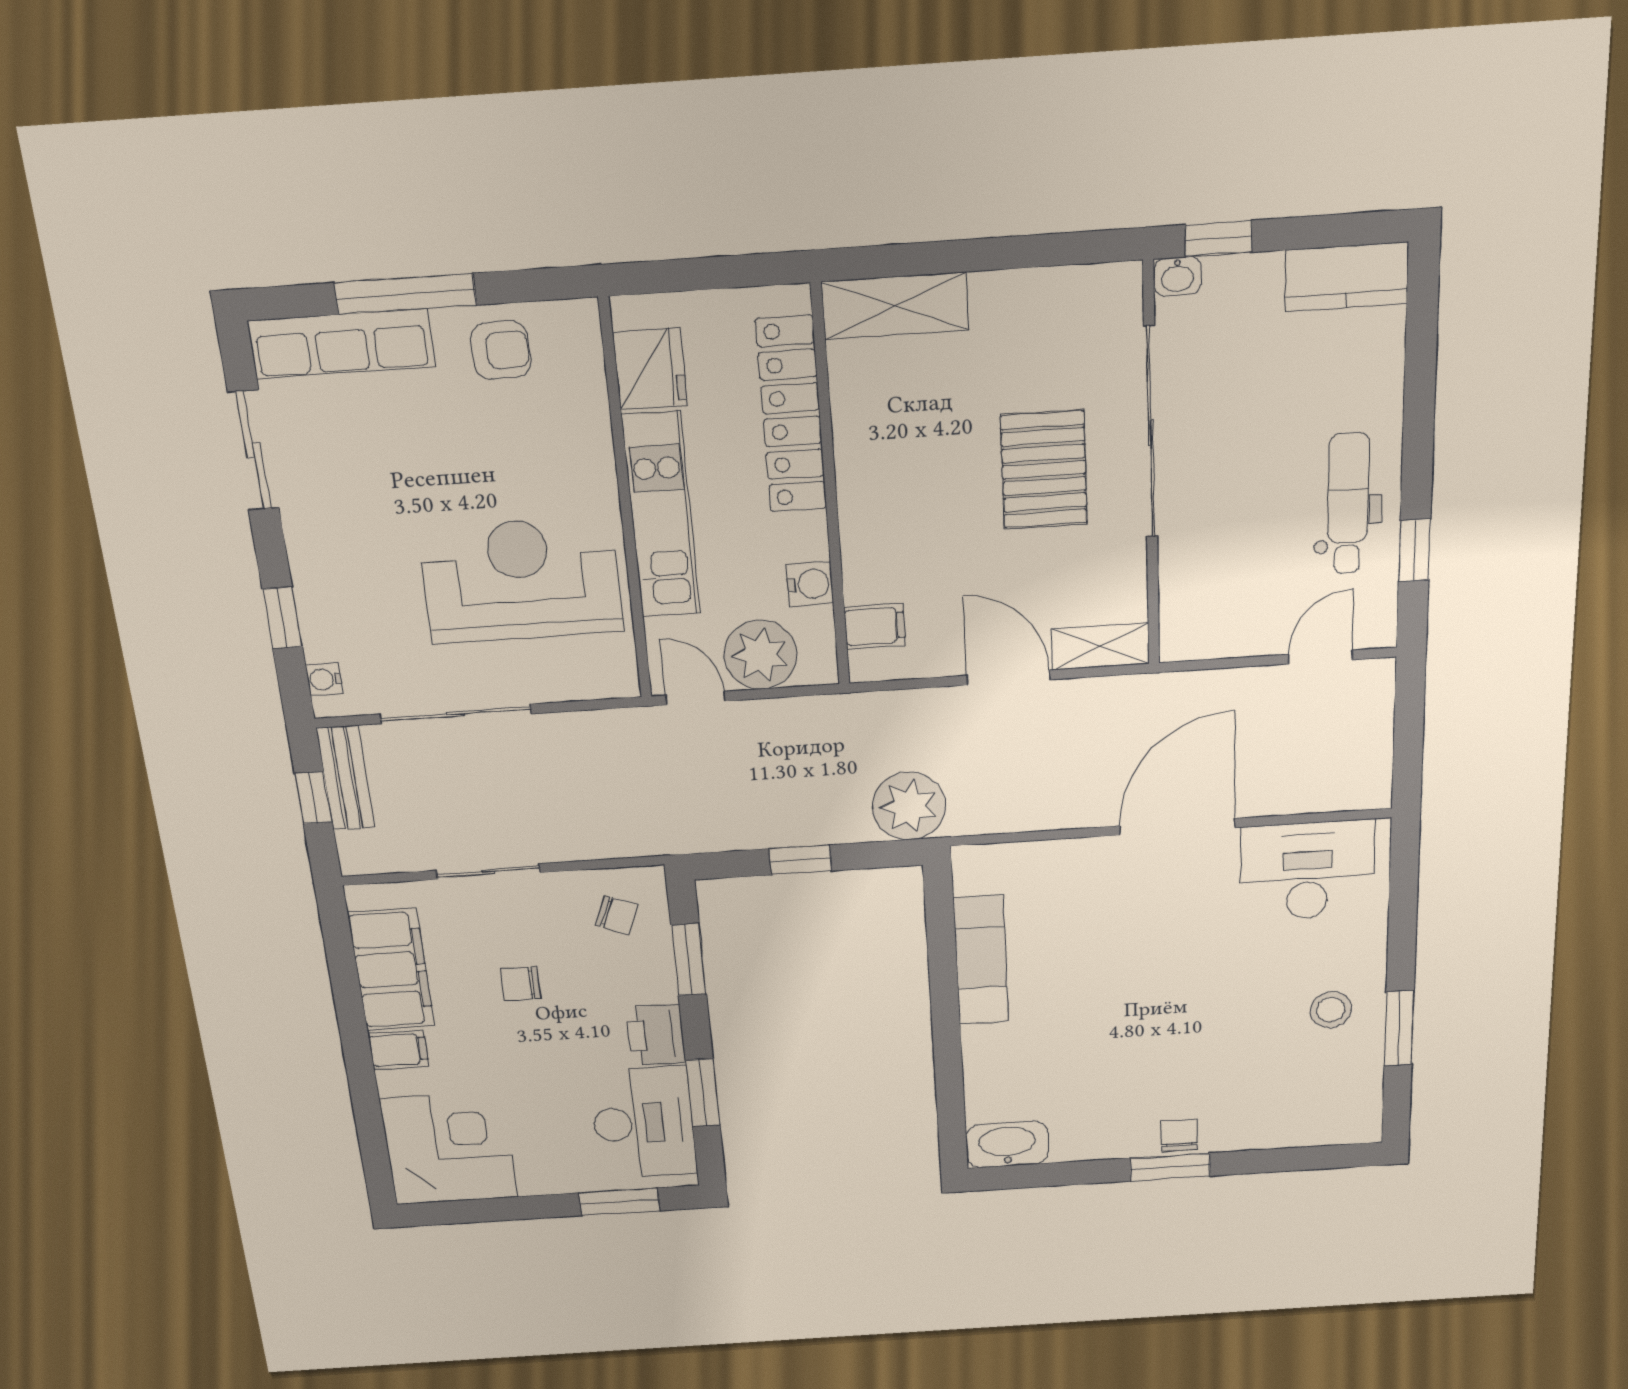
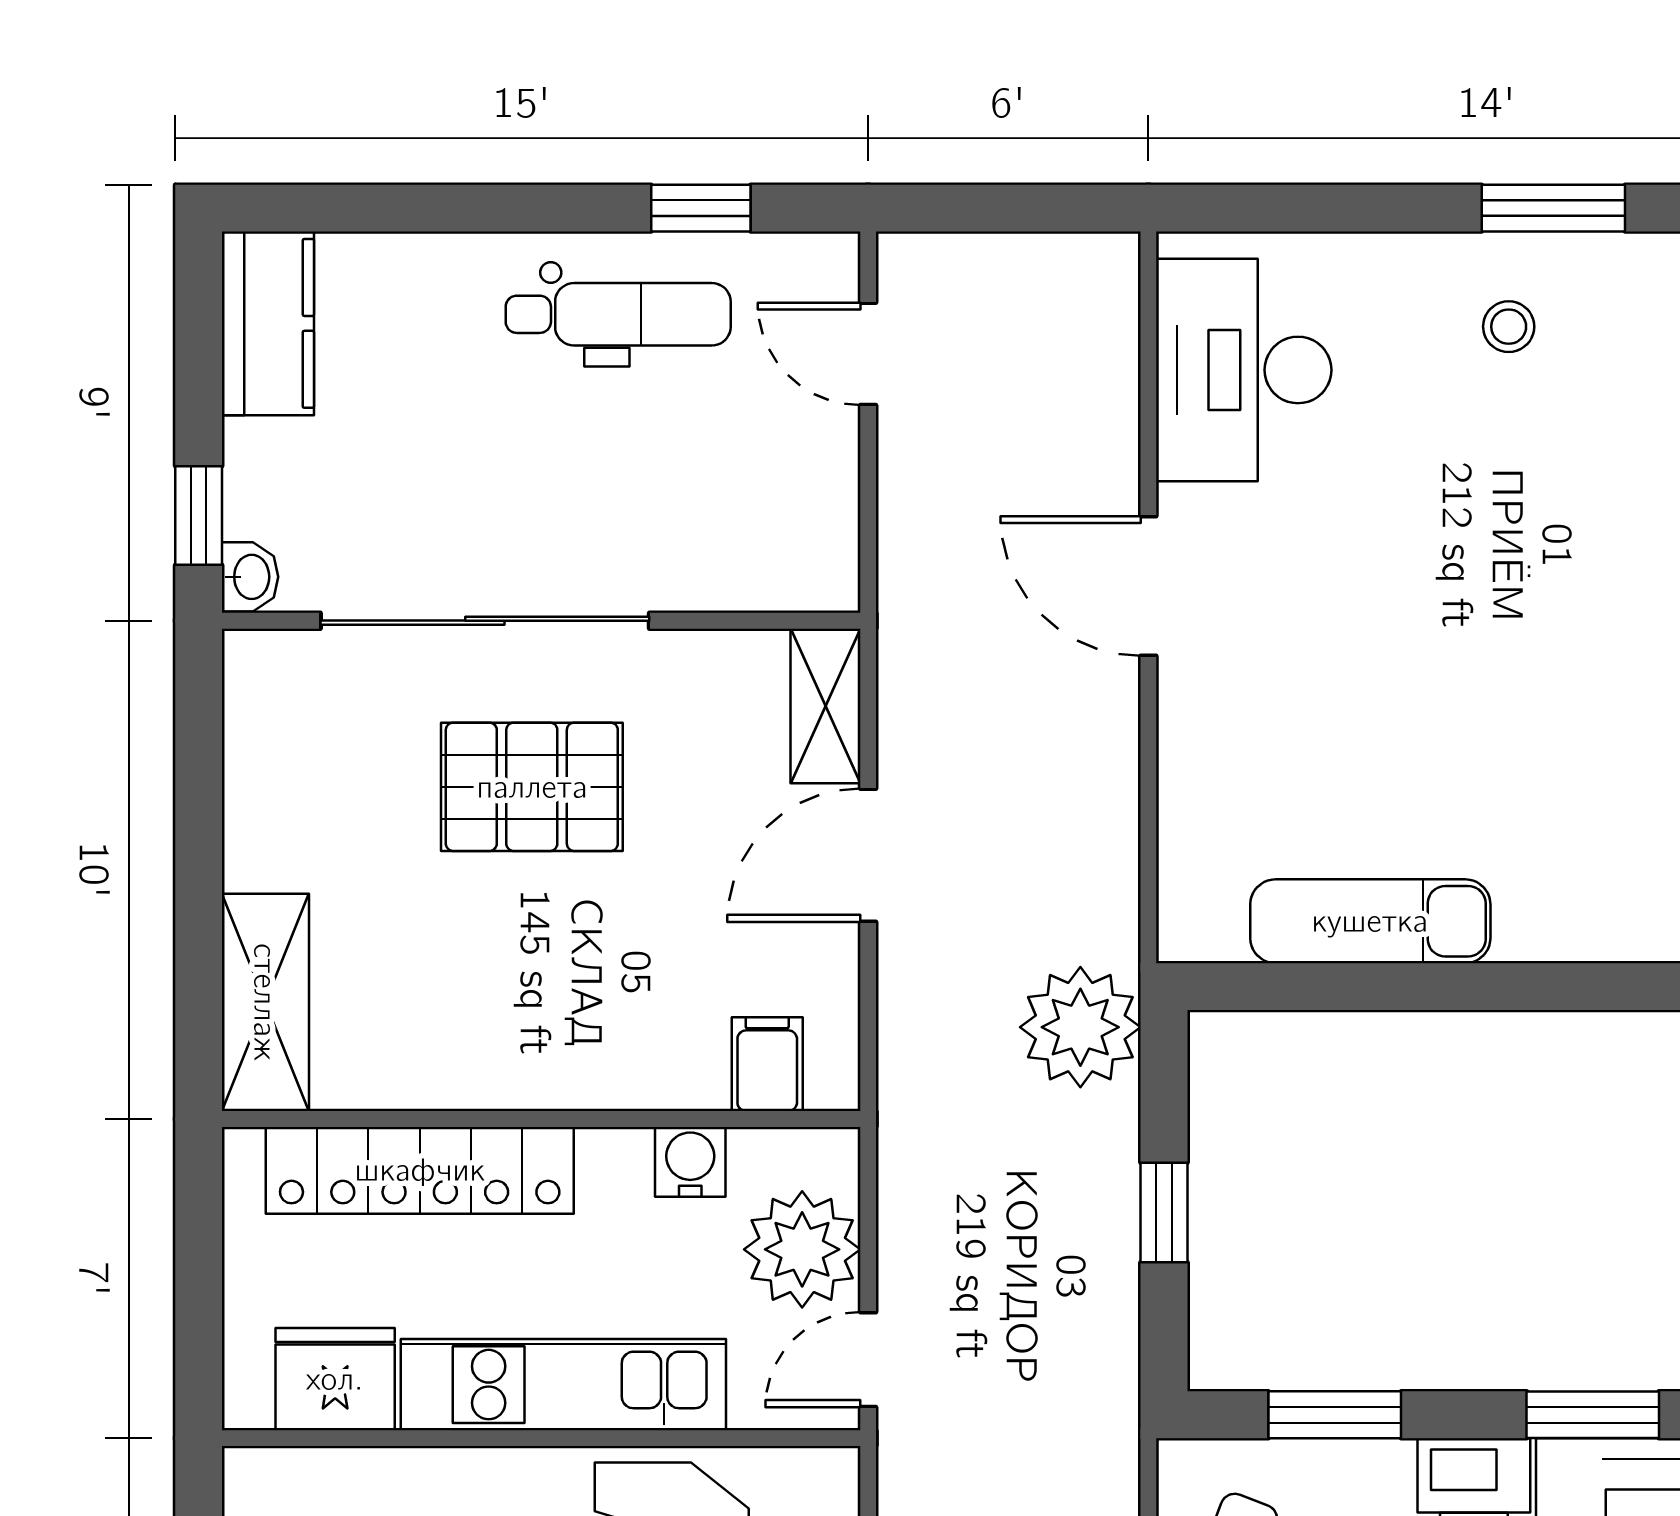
dental chair: (1348, 504) -> (618, 314), turned 180
door: (1177, 827) -> (1148, 586), width x0.73
stool: (1331, 1010) -> (1509, 327), width x0.73, depth x0.73

